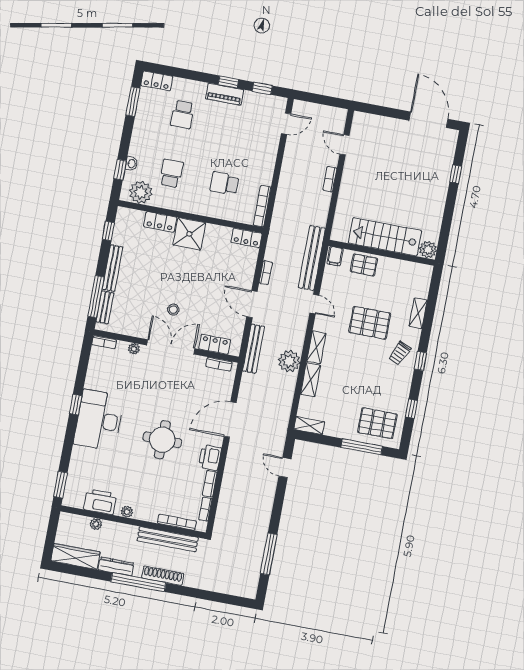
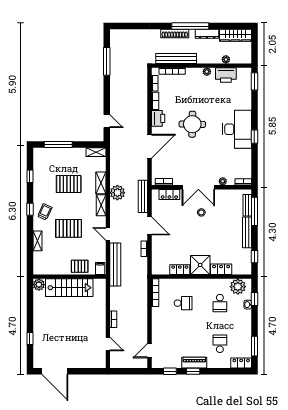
locker: (247, 238) -> (180, 270), moved
pallet: (377, 423) -> (69, 184), moved

